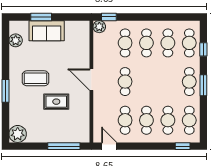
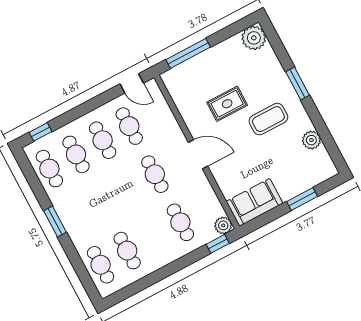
sofa: (47, 31) -> (254, 202), moved
plant: (16, 40) -> (311, 140), moved
cafe table: (146, 43) -> (154, 236), removed
window: (203, 49) -> (79, 266), removed
cafe table: (189, 82) -> (75, 217), removed

